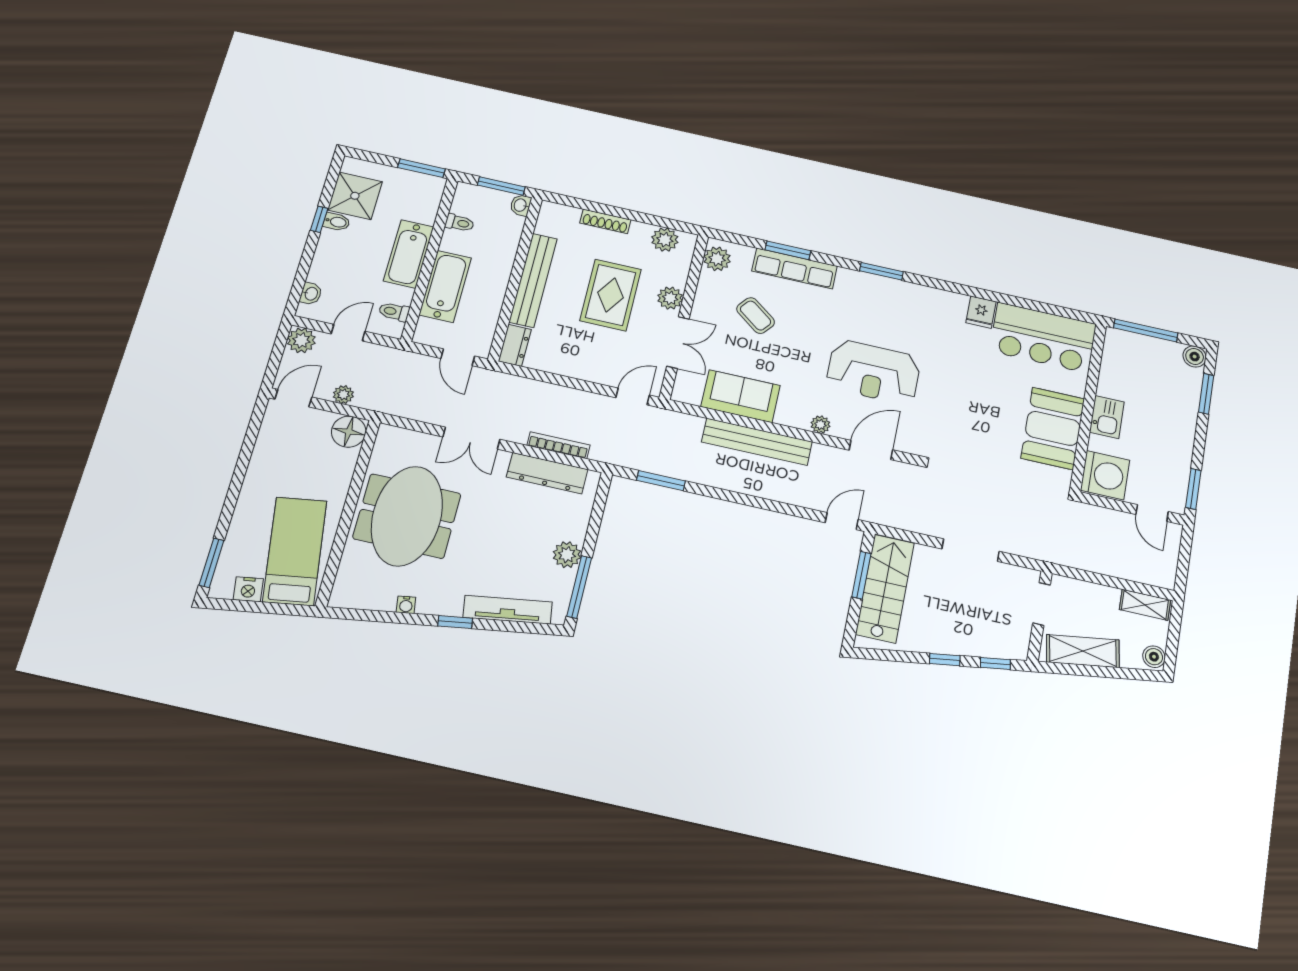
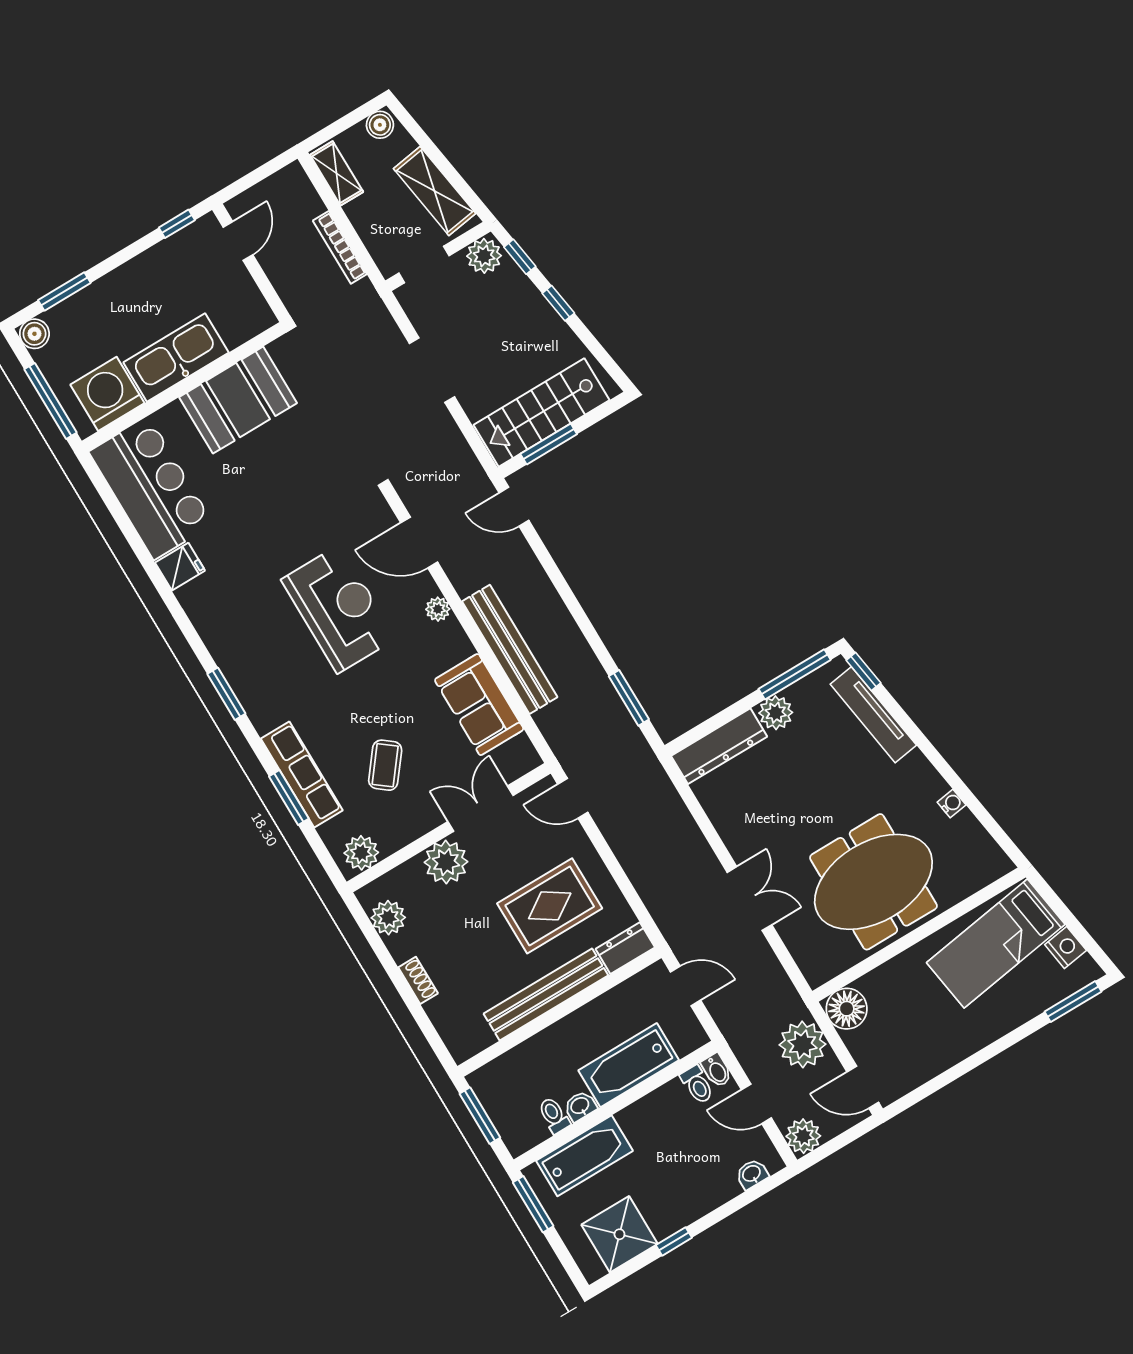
washbasin: (521, 205) -> (580, 1106), moved, turned 180
shoe rack: (605, 221) -> (418, 980), width x0.70
bidet: (337, 222) -> (717, 1070), moved, turned 180
bathtub: (409, 254) -> (584, 1156), moved
rug: (611, 295) -> (550, 906), moved
plant: (670, 298) -> (446, 862), width x1.36, depth x1.36
door: (458, 357) -> (686, 986), hinge flipped
plant: (343, 395) -> (802, 1044), width x1.88, depth x1.88
kitchen sink: (1107, 417) -> (176, 358), width x1.88, depth x1.24
bookcase: (558, 445) -> (340, 247), moved
dresser: (547, 473) -> (719, 746), moved, turned 90
washing machine: (1105, 475) -> (107, 394), moved
window: (1193, 489) -> (177, 224), width x0.67
window: (455, 622) -> (864, 672), moved
plant: (1015, 643) -> (484, 256), added

